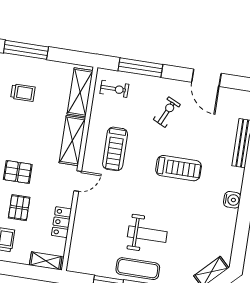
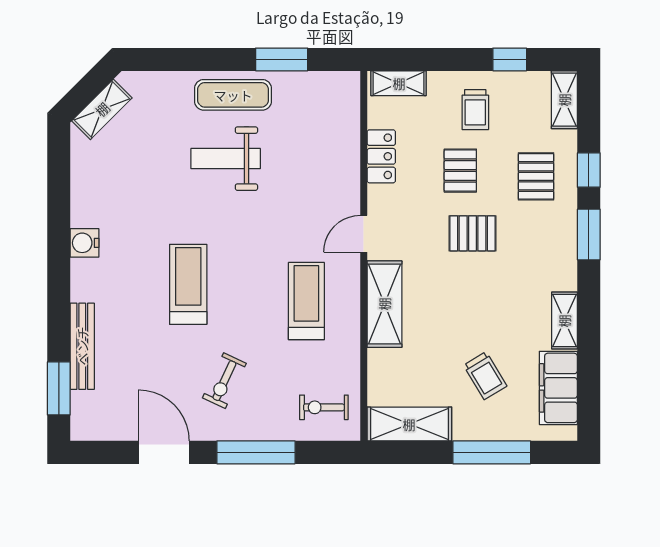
window: (140, 68) -> (256, 452), moved
shelving: (80, 92) -> (409, 424), moved, turned 90
trolley: (23, 93) -> (485, 376), turned -121
treadmill: (179, 168) -> (188, 284), turned 90

